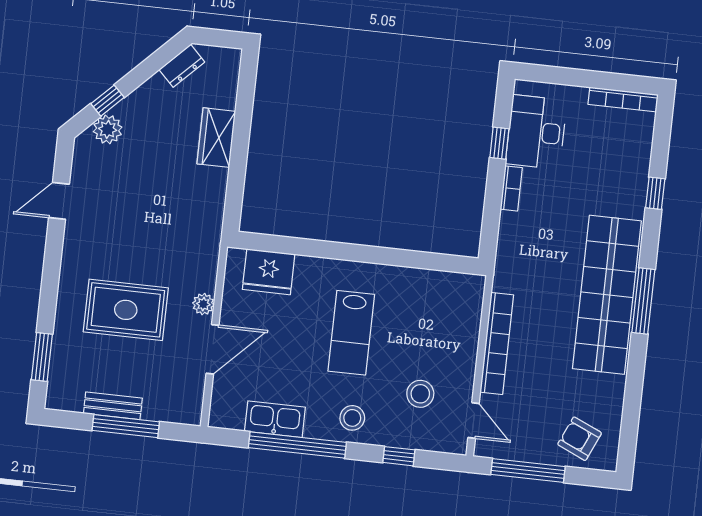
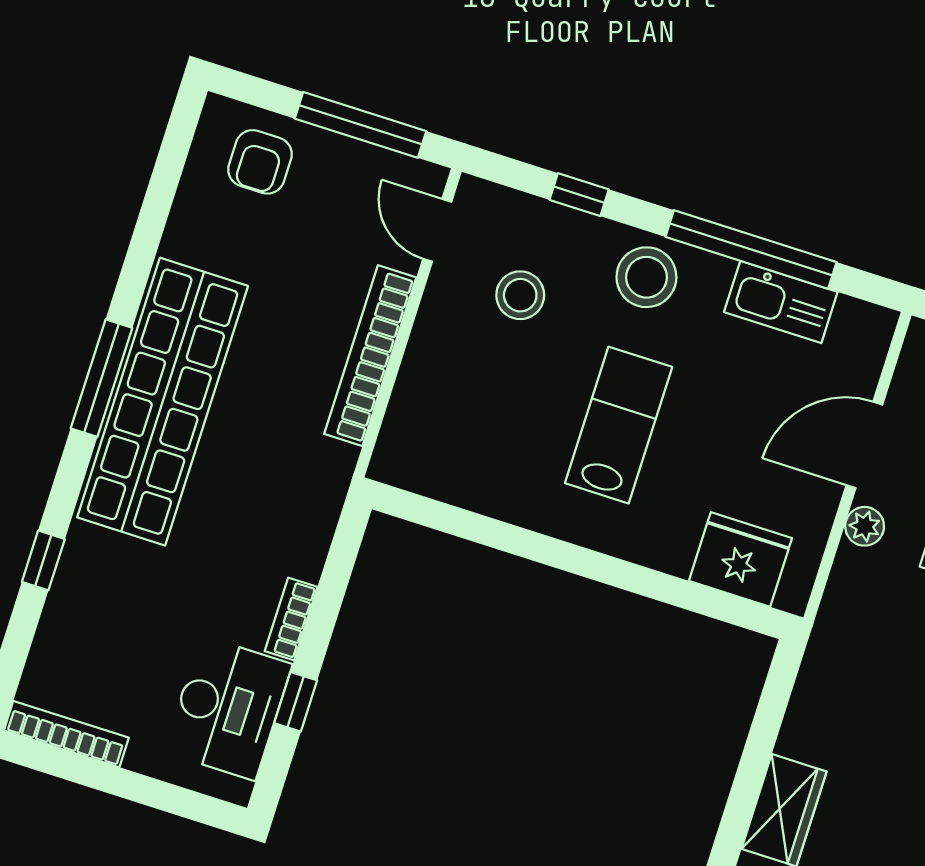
stool: (352, 418) -> (646, 277), width x1.38, depth x1.38
armchair: (580, 439) -> (260, 162), turned 66

